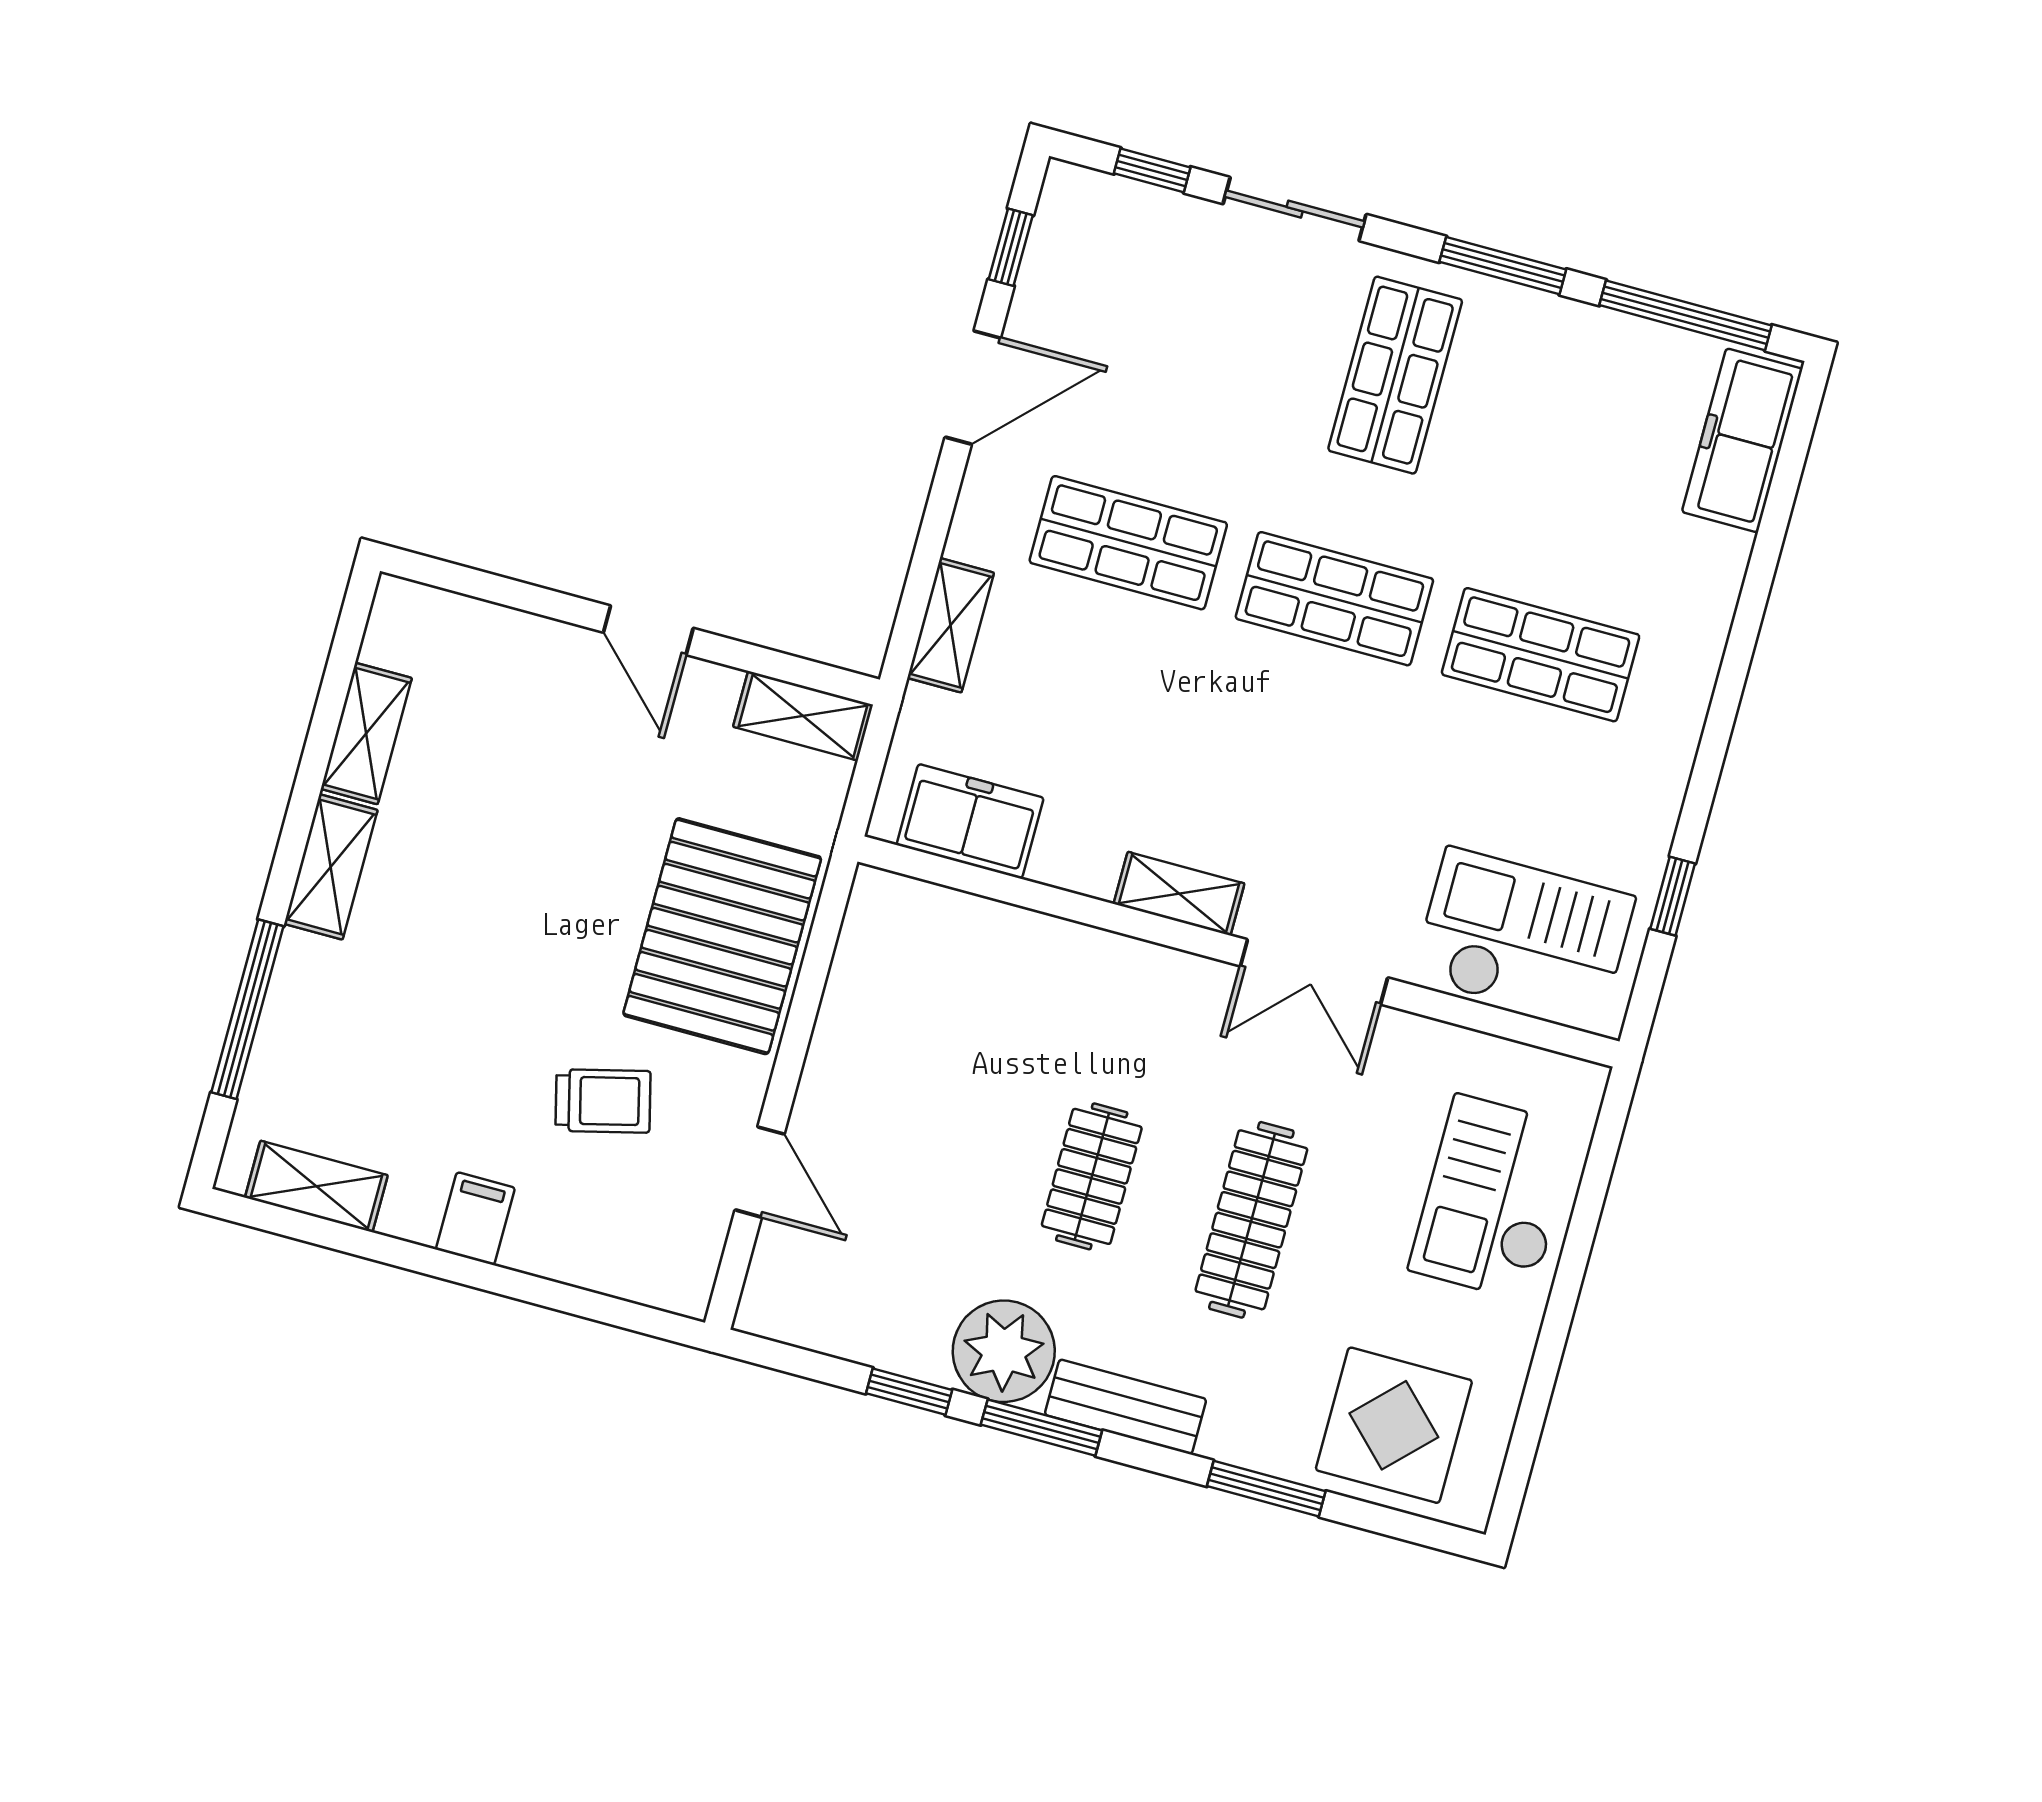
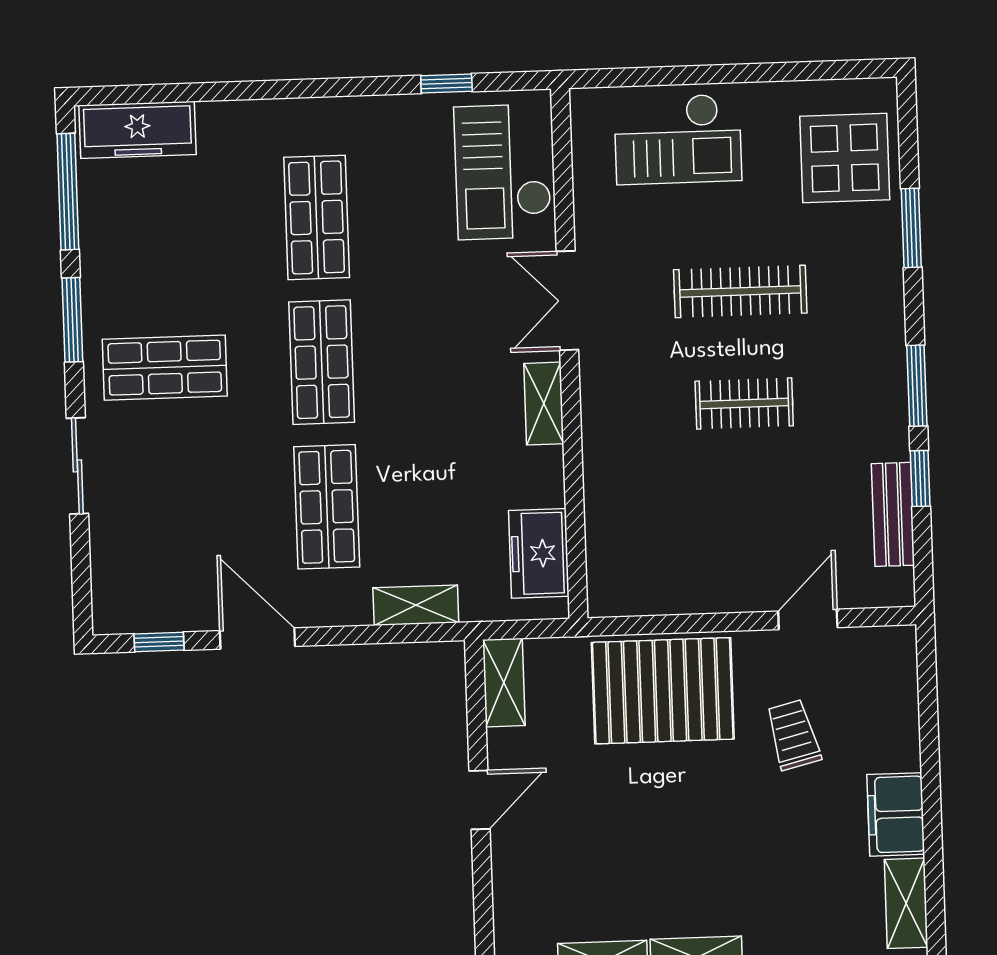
window: (1152, 170) -> (81, 566), removed
double door: (1314, 972) -> (567, 301), swing flipped
filing cabinet: (475, 1219) -> (896, 814), width x2.00
plant: (1004, 1351) -> (875, 425), removed
bench: (1126, 1407) -> (893, 514), moved

